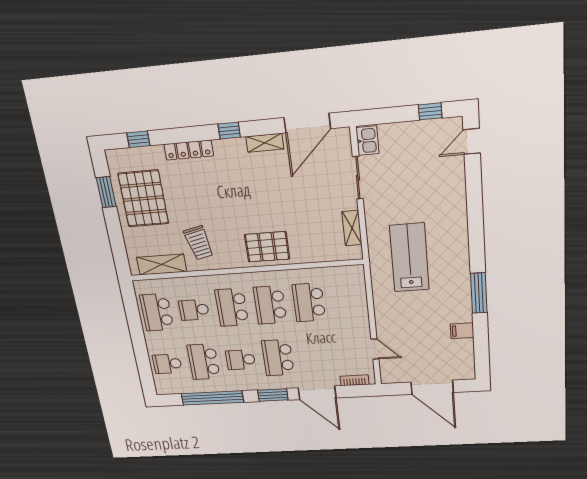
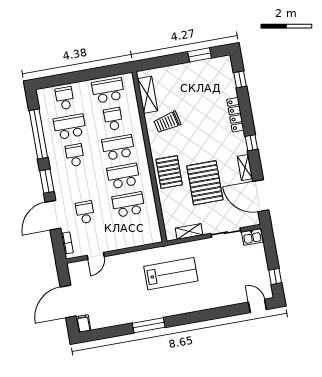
pallet: (143, 199) -> (205, 183), moved, turned 90
filing cabinet: (462, 331) -> (83, 324), moved
school desk: (278, 358) -> (85, 212), moved, width x0.54

